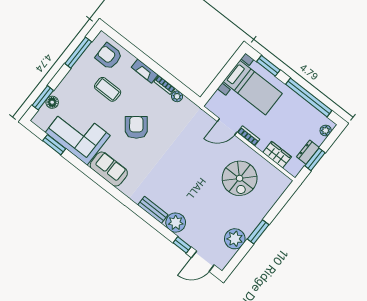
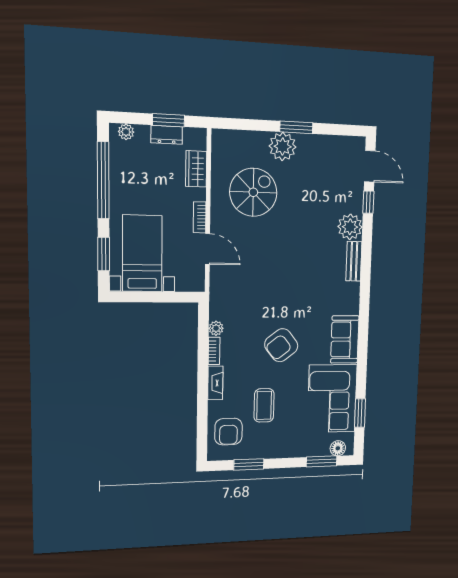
window: (78, 53) -> (249, 464), width x0.69
floor lamp: (52, 102) -> (338, 448), moved
plant: (235, 239) -> (283, 147), moved

